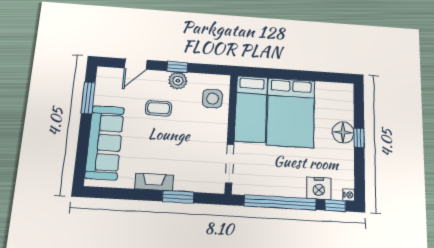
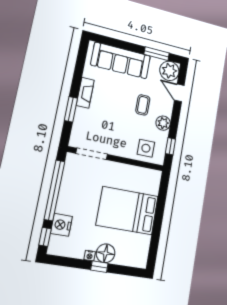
window: (177, 67) -> (170, 146), moved
plant: (109, 79) -> (169, 71), added
bed: (251, 109) -> (134, 178), removed
nightstand: (349, 195) -> (90, 256), moved

